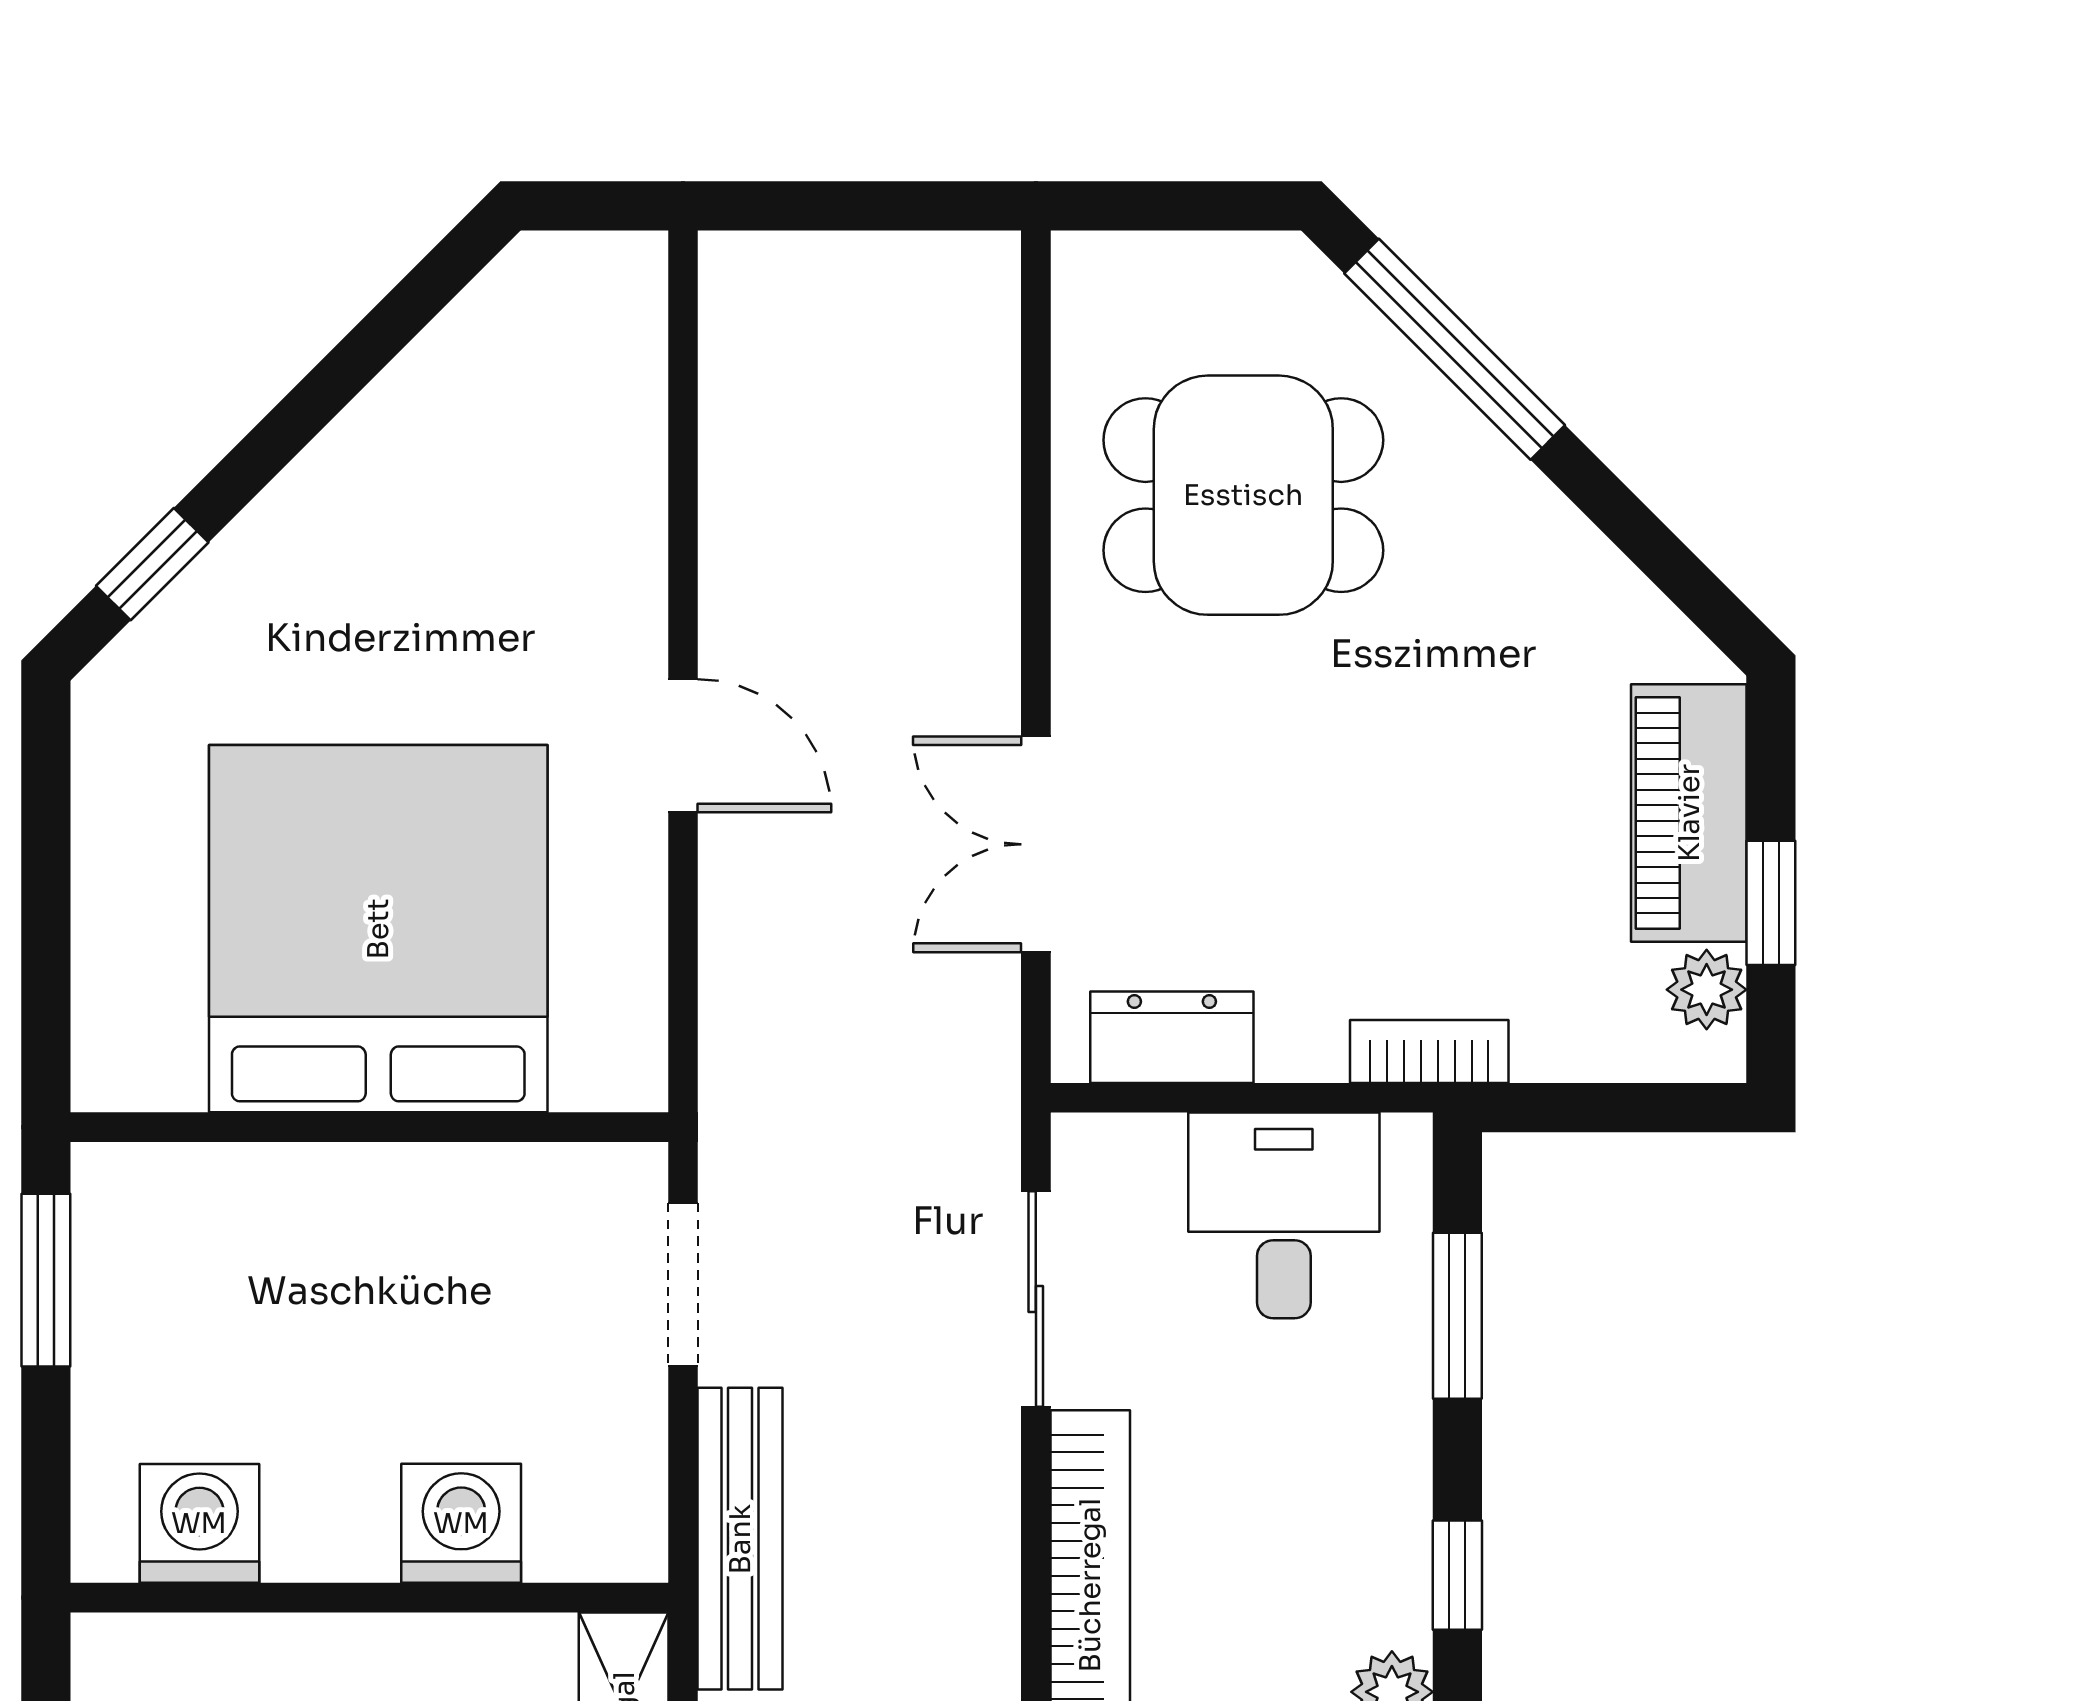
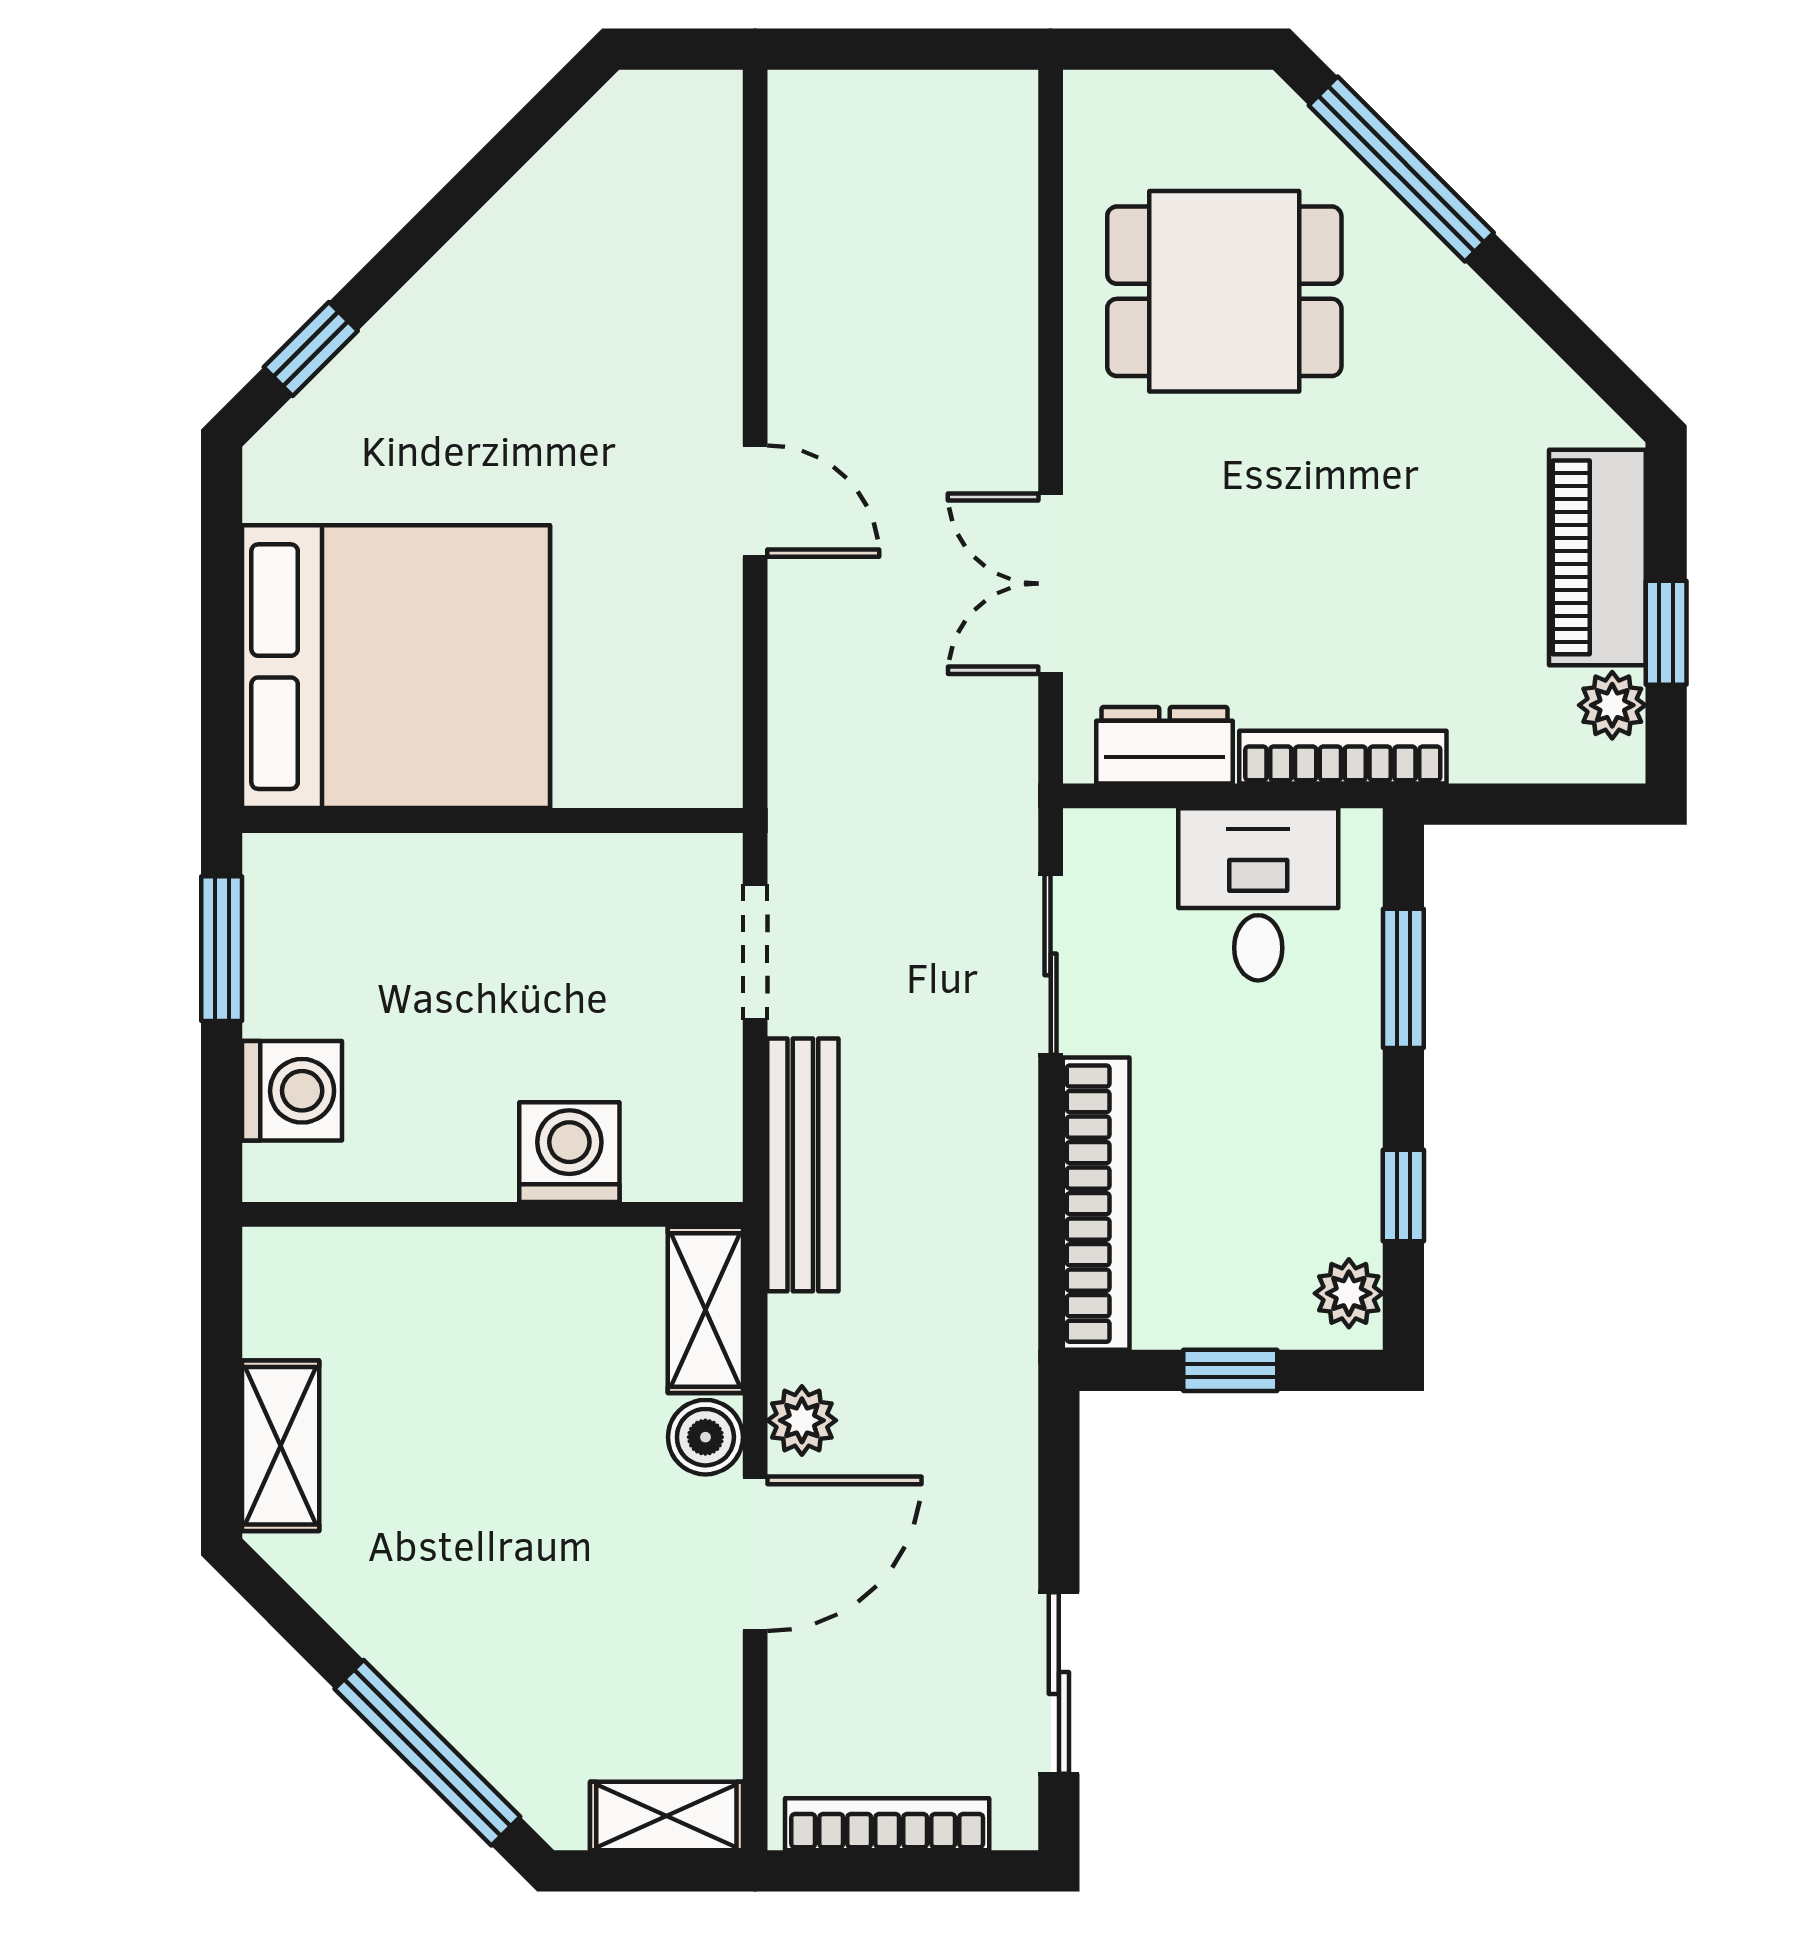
bed: (378, 929) -> (396, 667), moved, turned 90
bookcase: (1429, 1051) -> (1343, 757), width x1.56
washing machine: (199, 1523) -> (292, 1091), moved, turned 90

